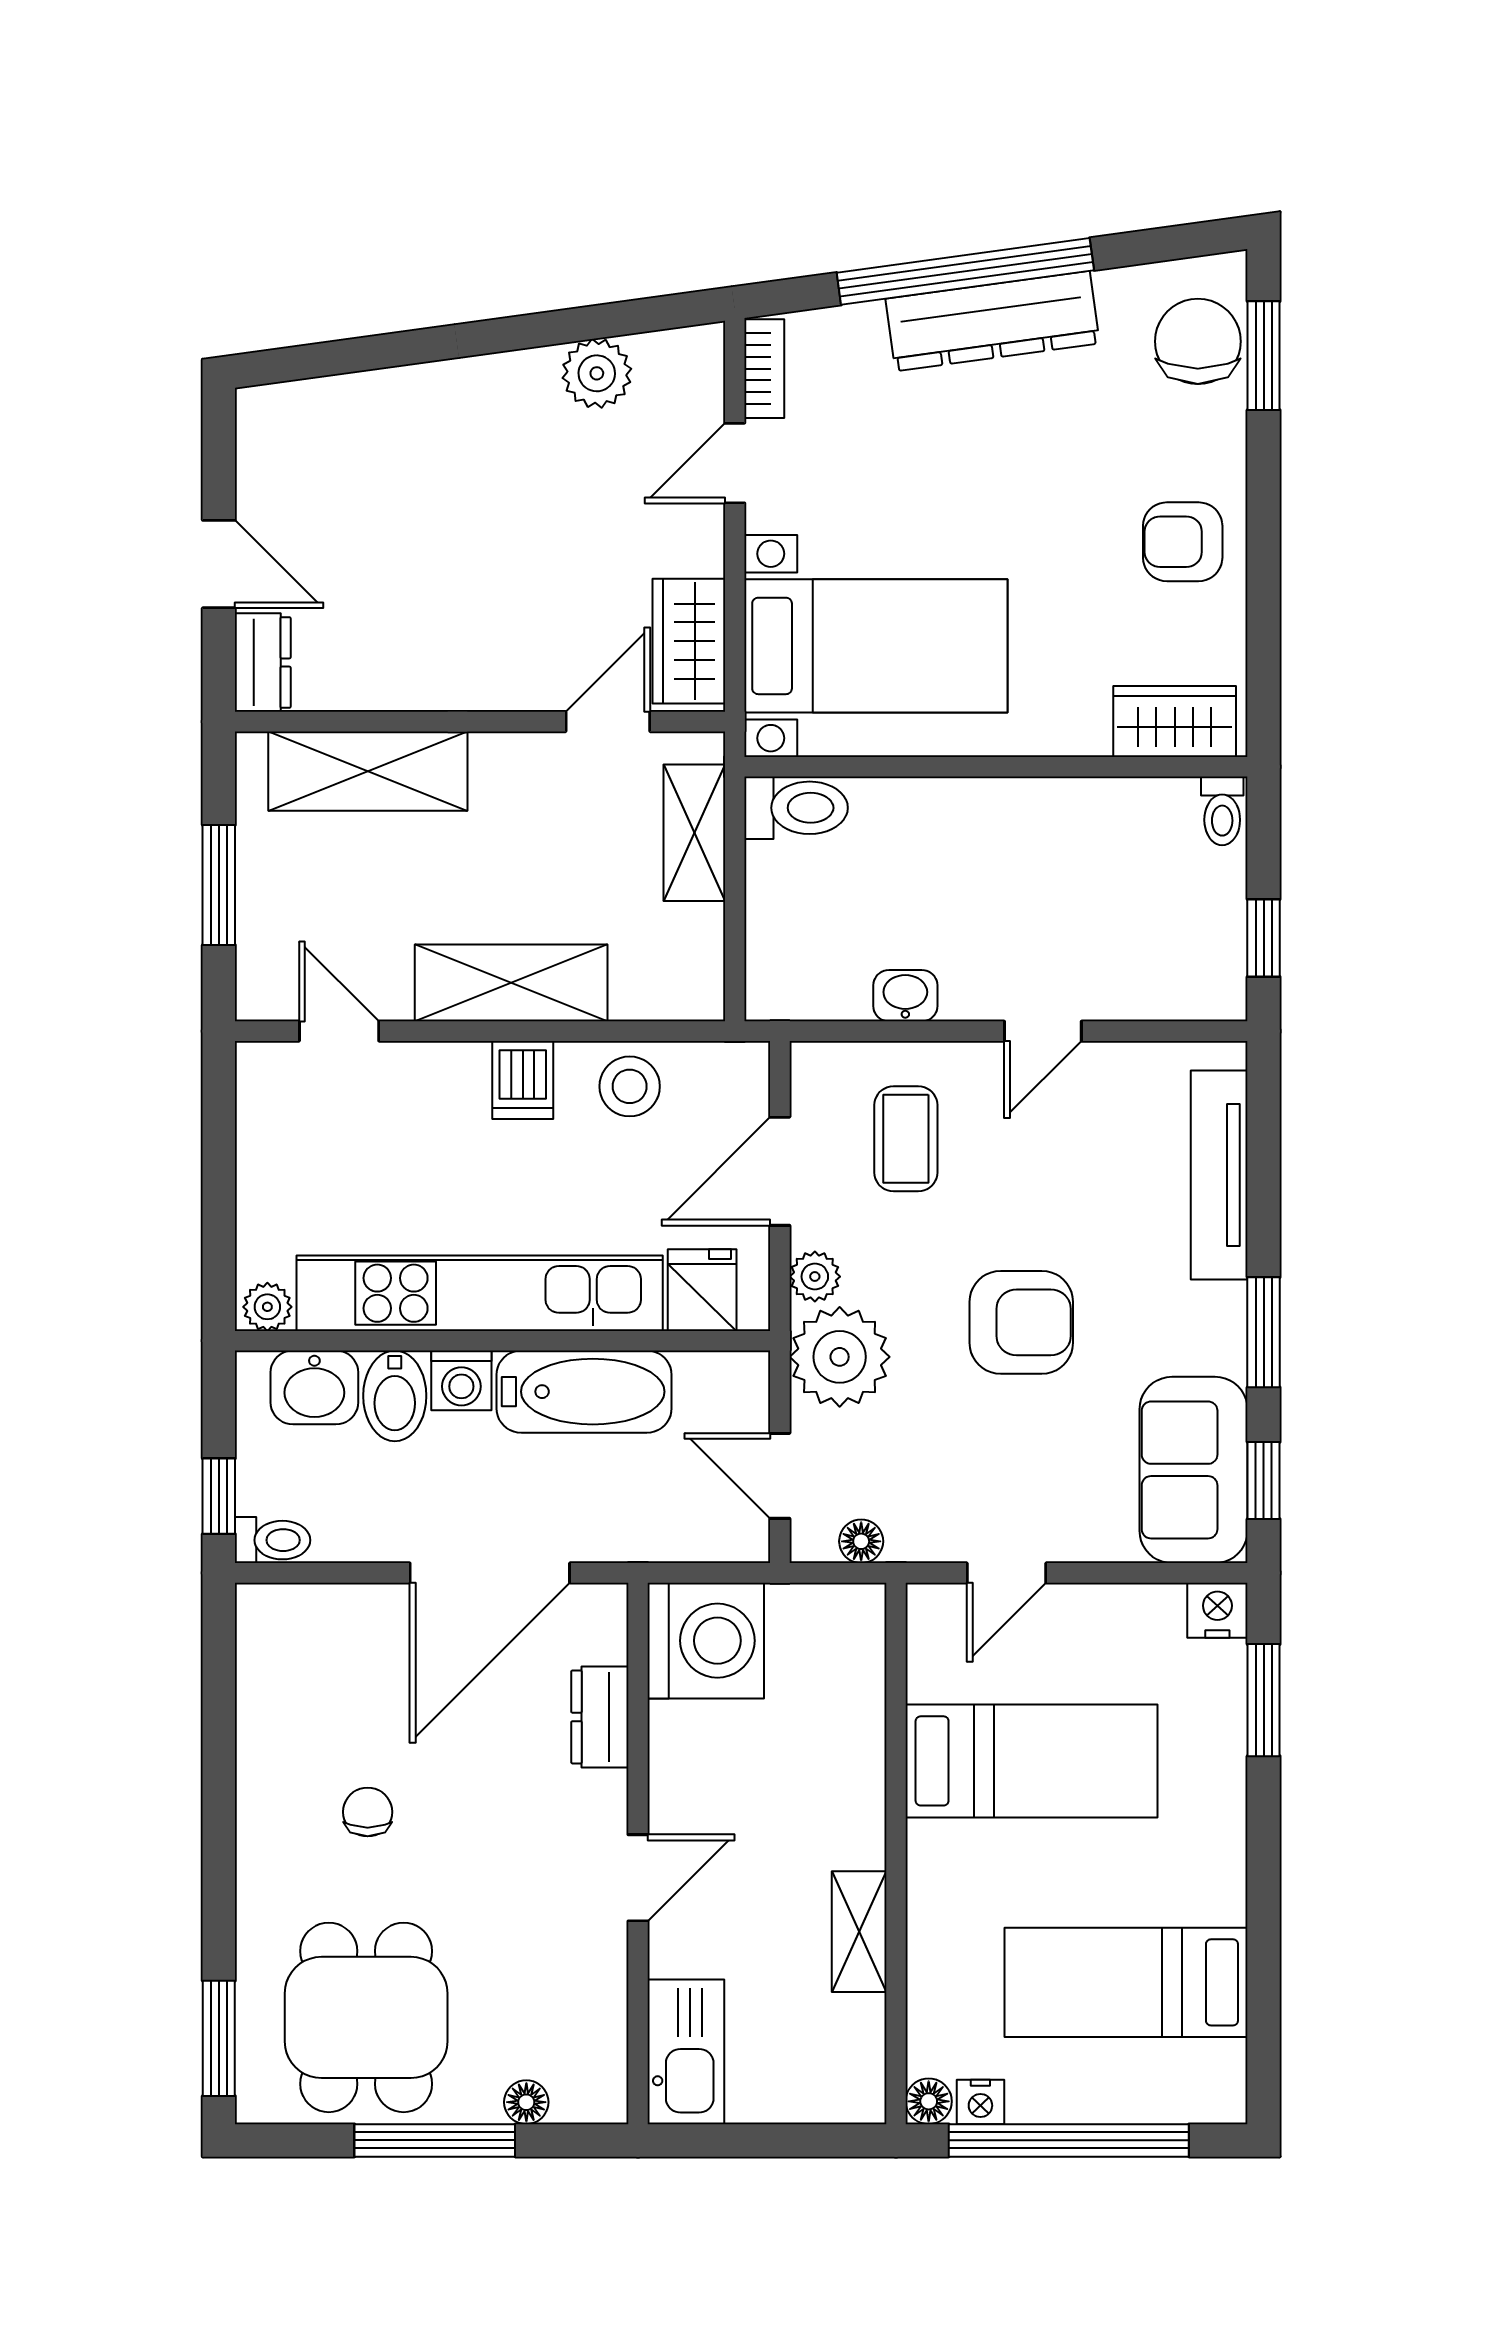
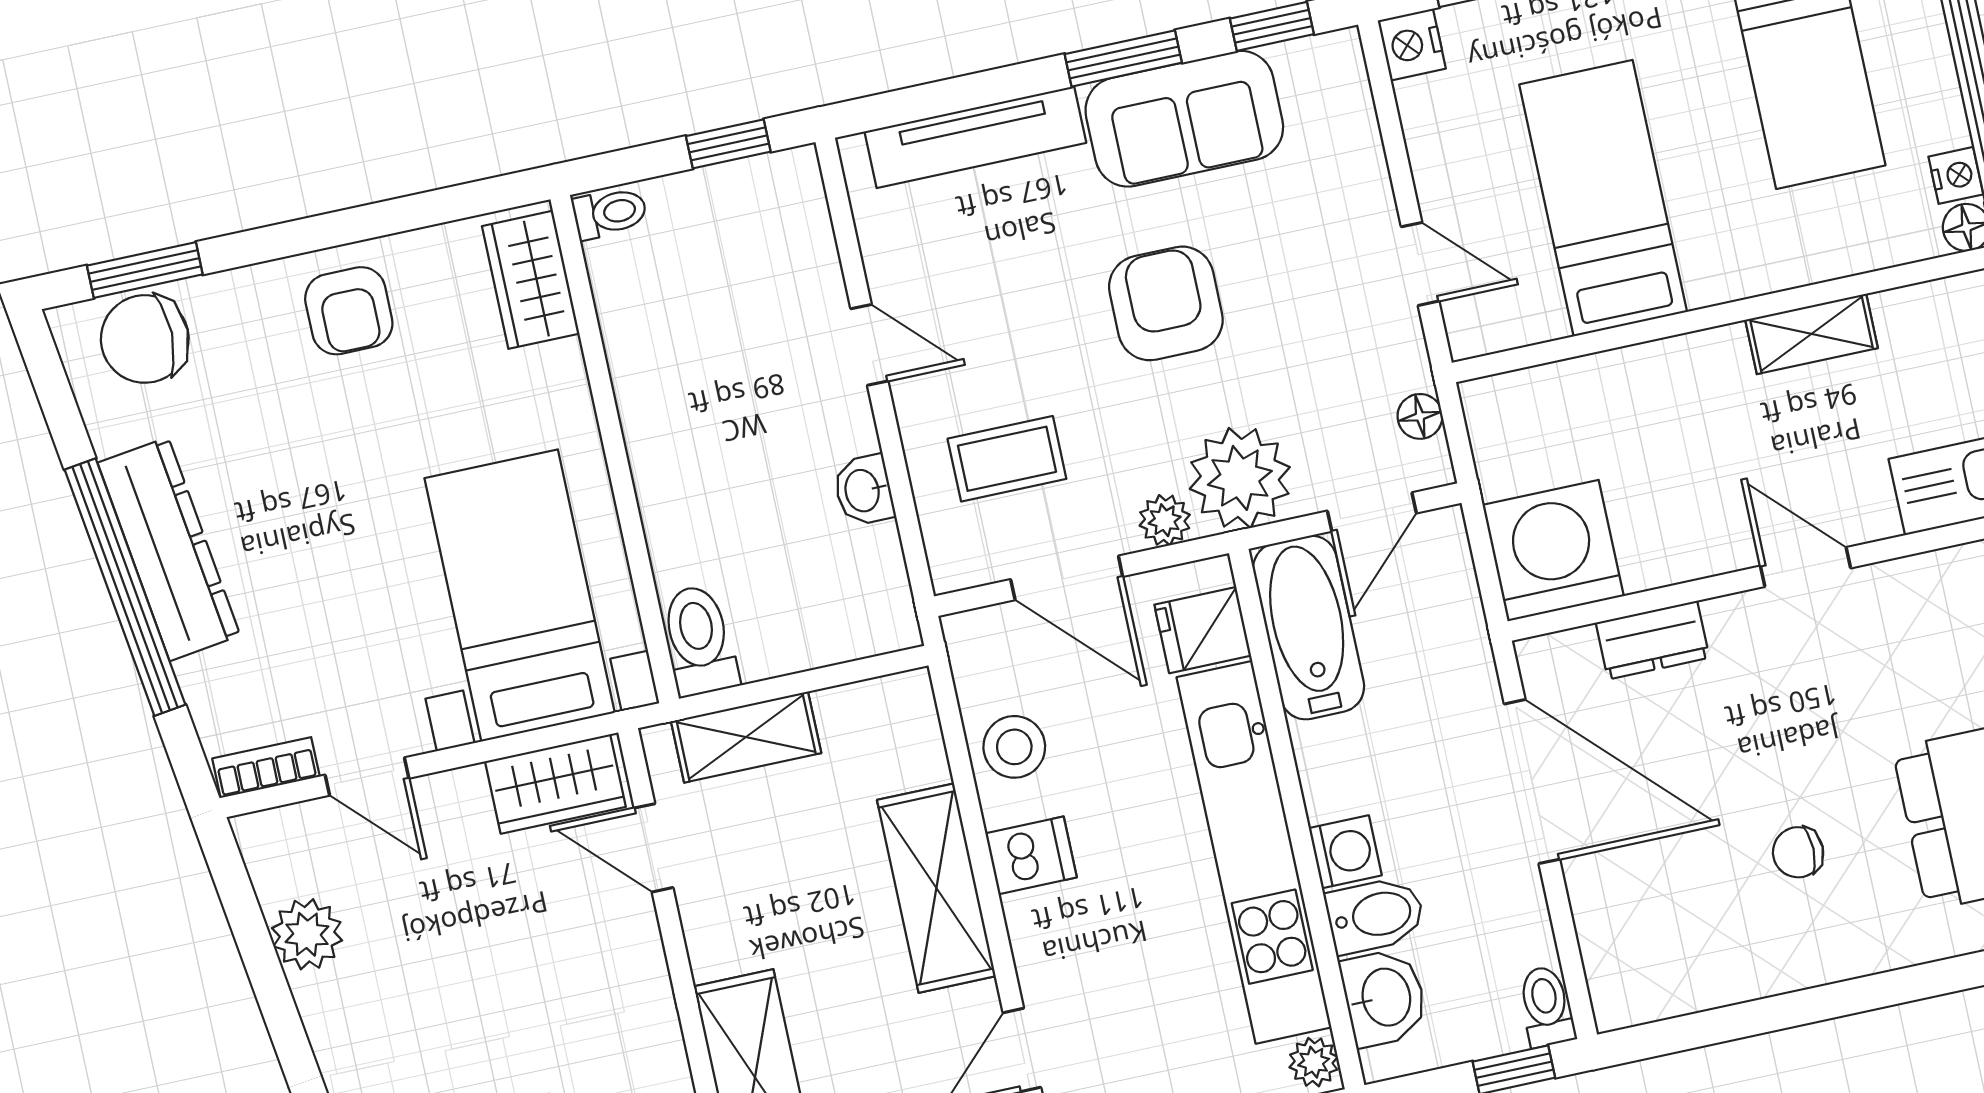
bathtub: (584, 1392) -> (1309, 628), moved
sofa: (1194, 1470) -> (1184, 119), moved

